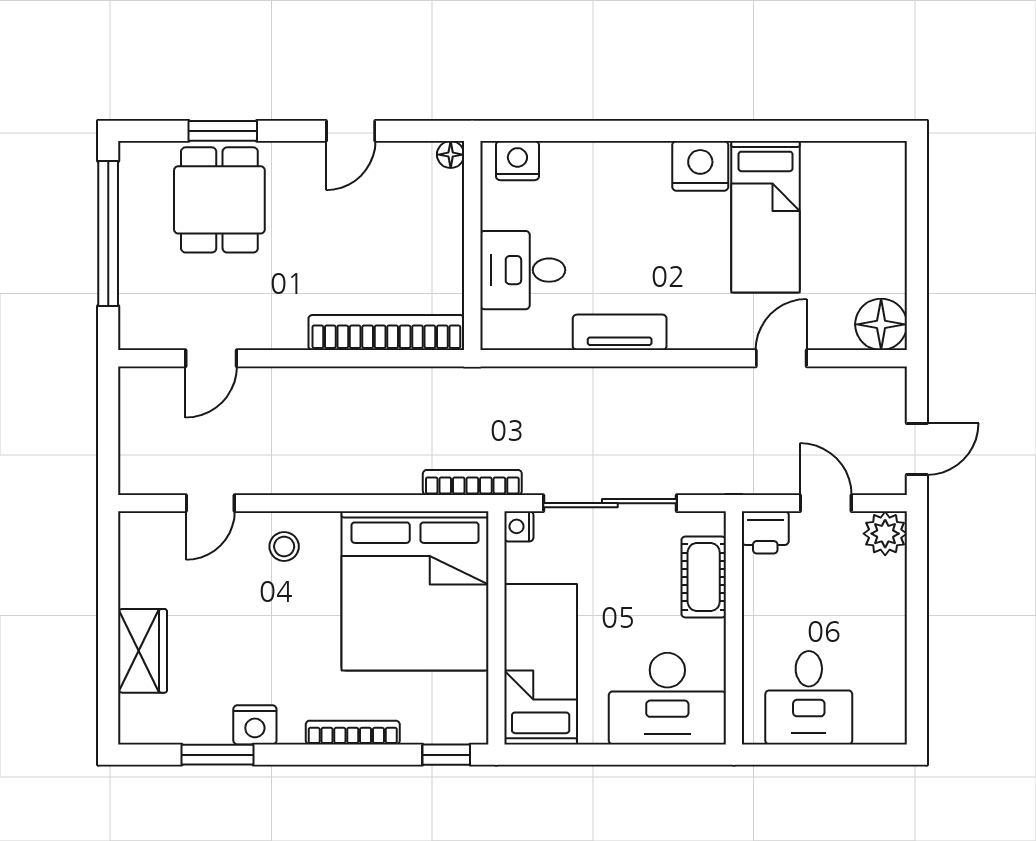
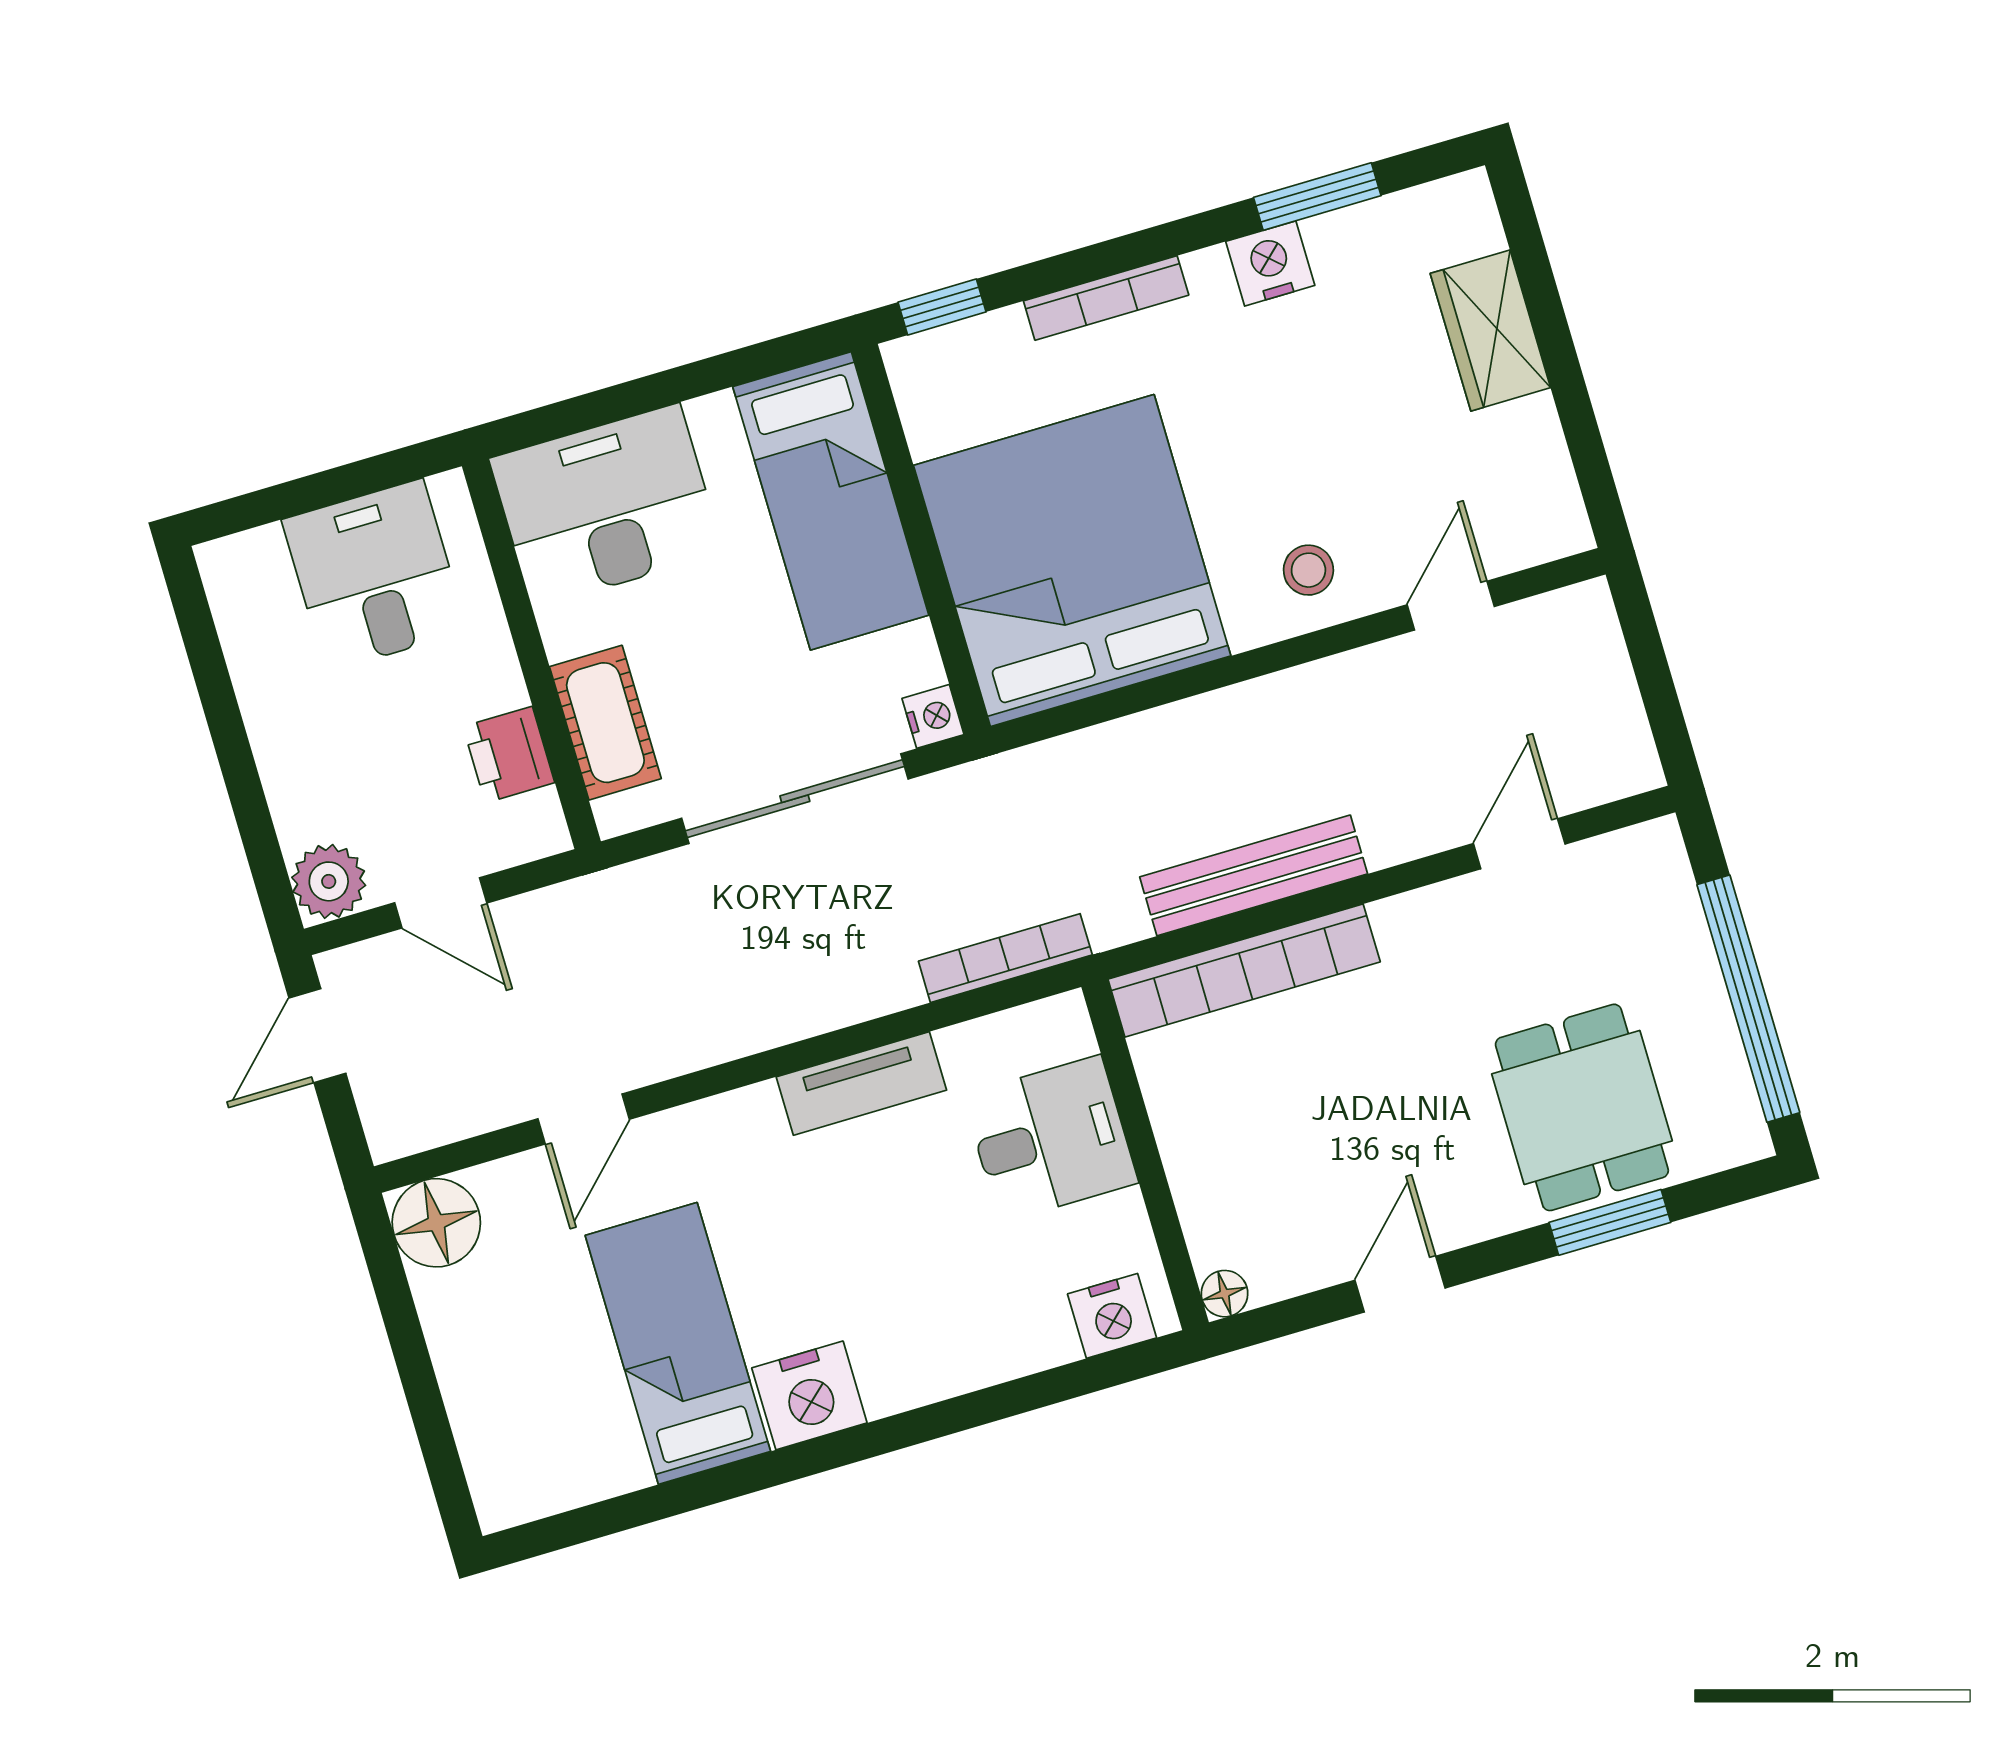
bench: (365, 384) -> (1254, 875), added
bookcase: (472, 482) -> (1005, 958), moved, turned 180
printer: (765, 532) -> (509, 755), moved, turned -90

